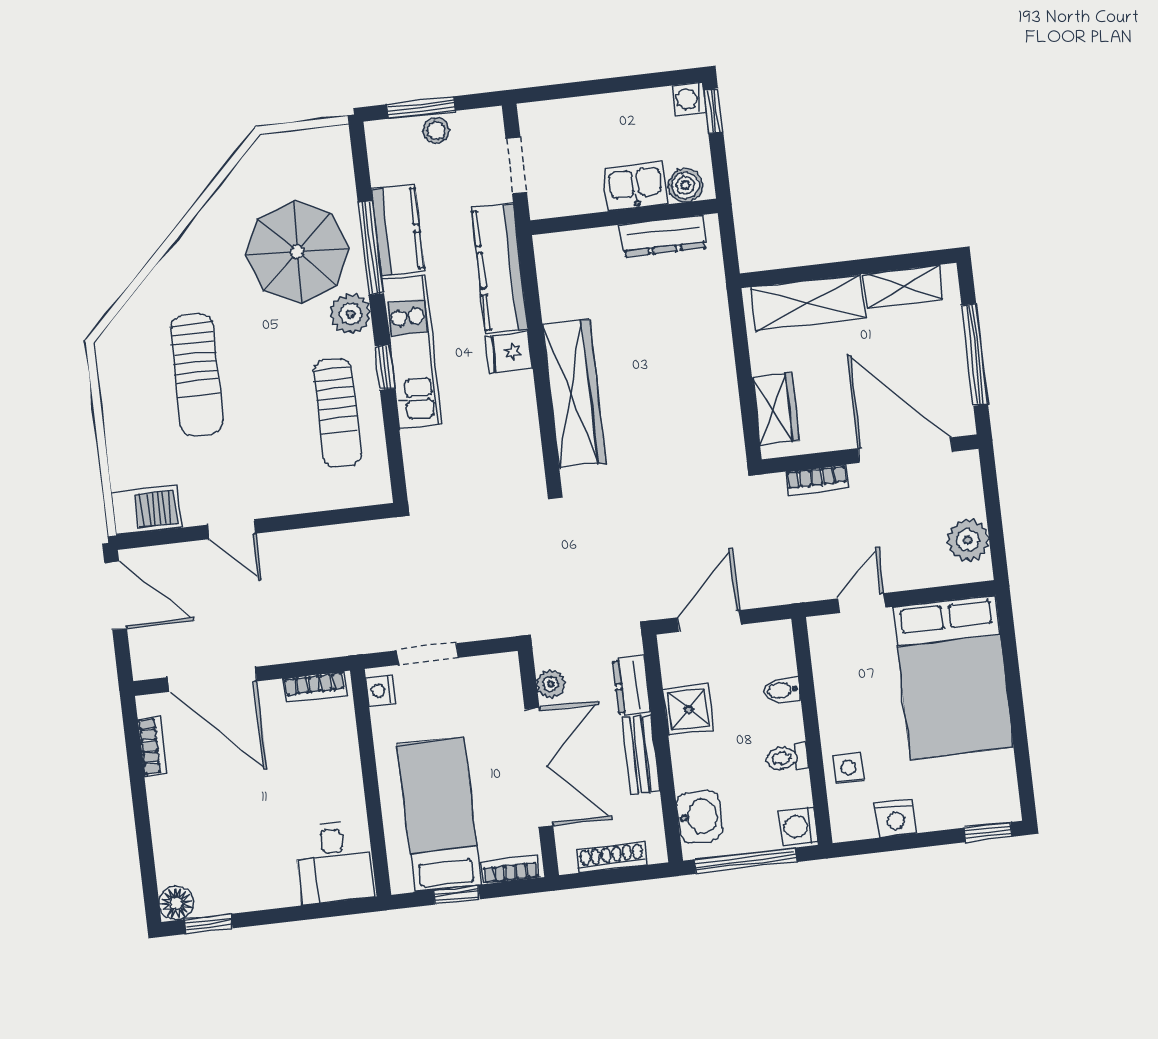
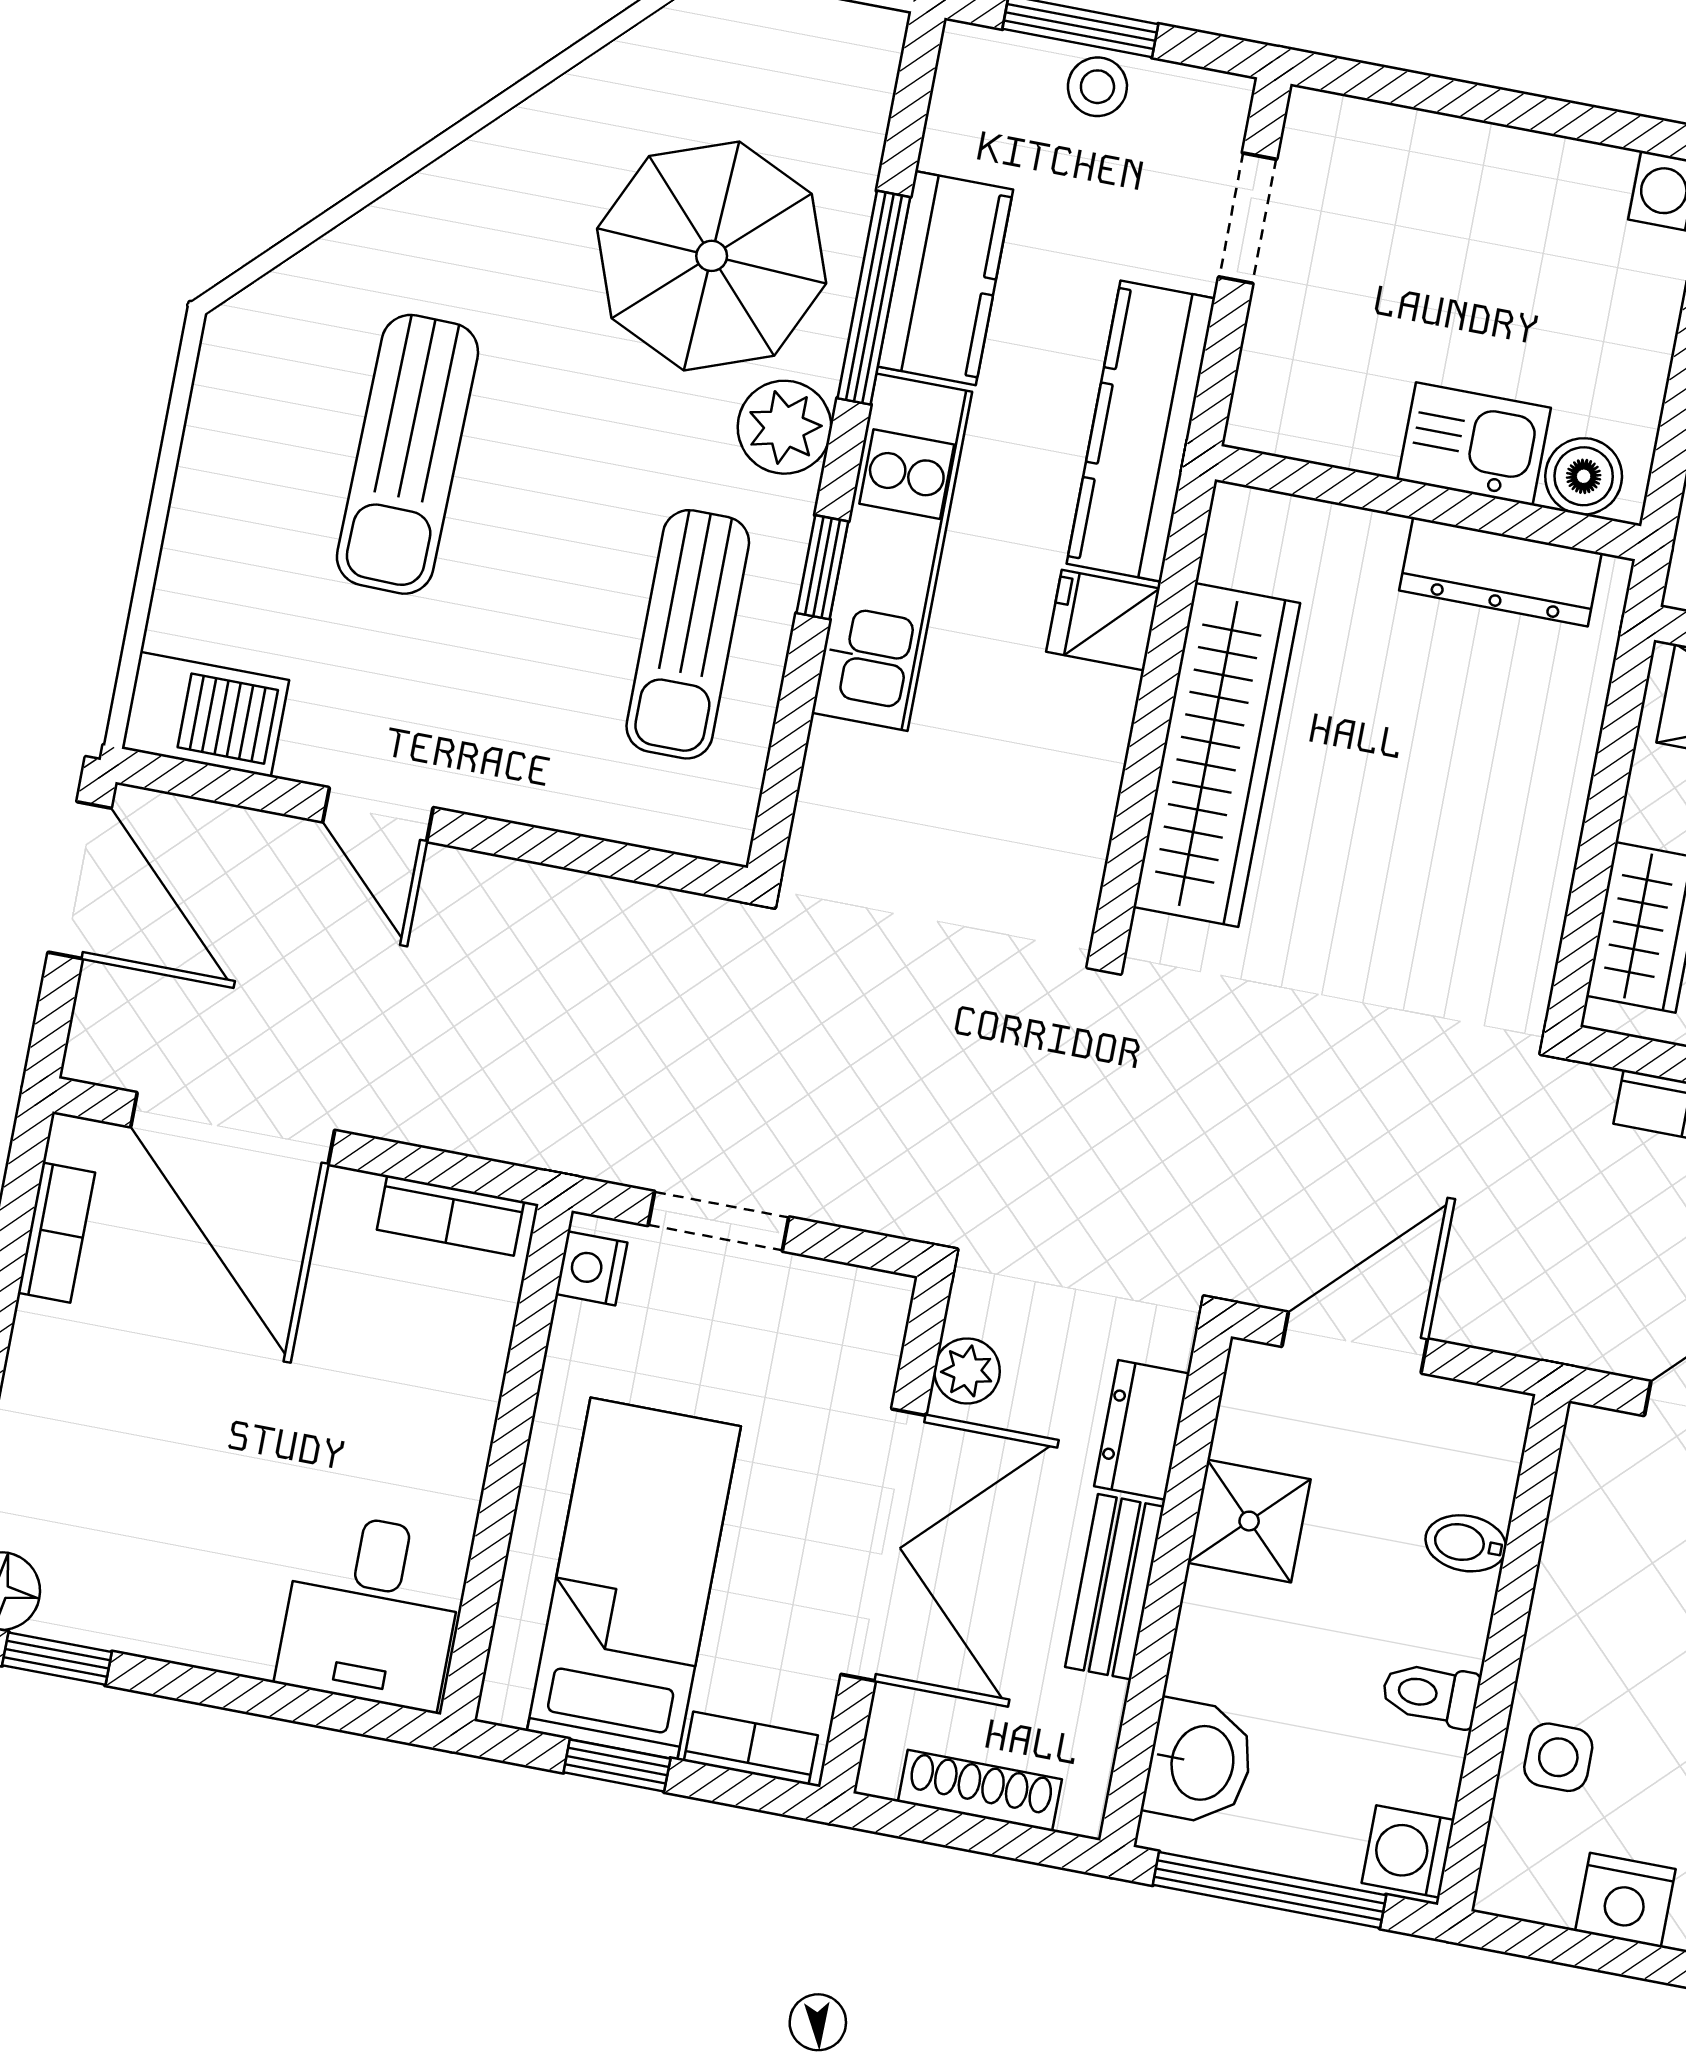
boiler: (685, 185) -> (1584, 476), moved
kitchen sink: (635, 186) -> (1474, 444), moved
wall: (624, 217) -> (1428, 503), moved
dresser: (663, 236) -> (1500, 572), moved

